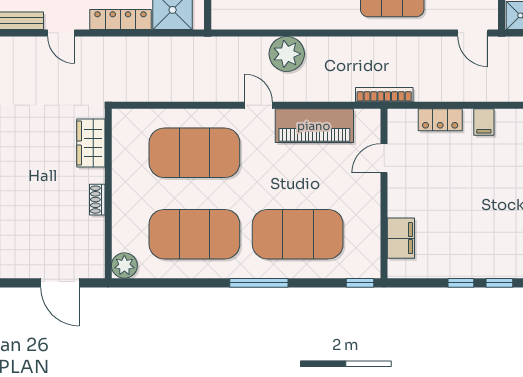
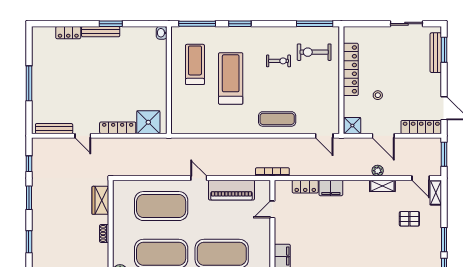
plant: (287, 54) -> (215, 148), removed
filing cabinet: (484, 122) -> (331, 188), width x2.00

